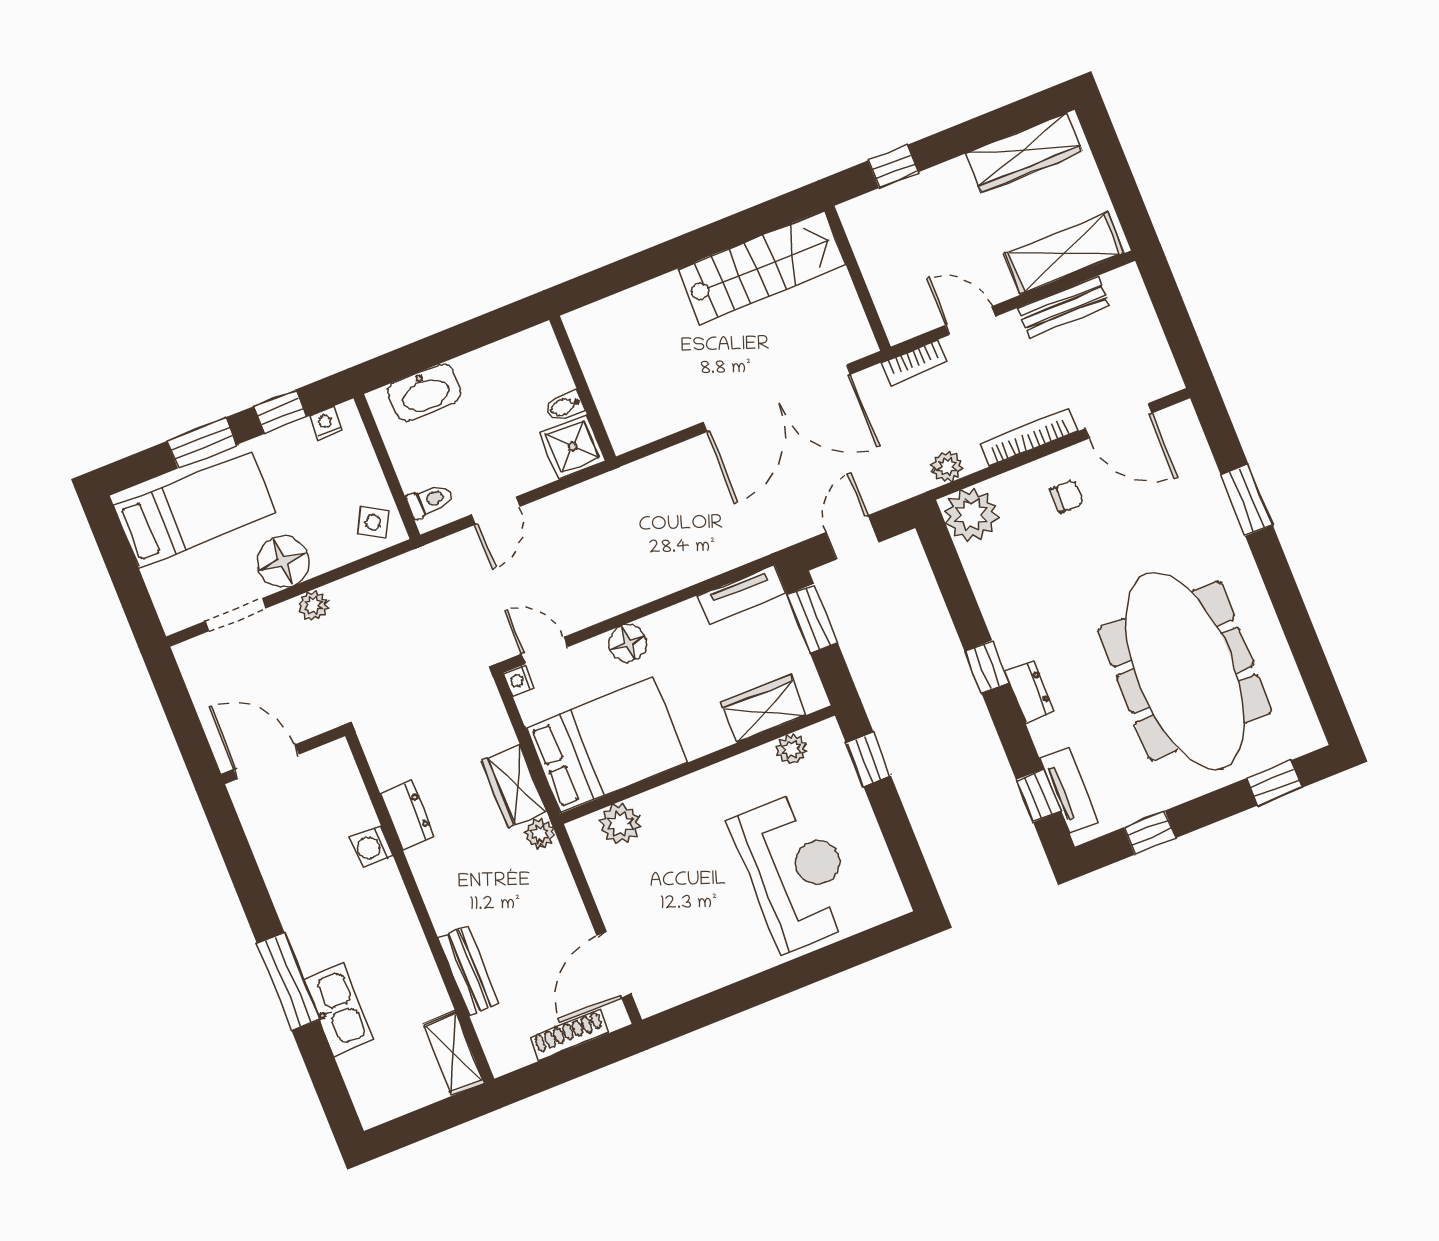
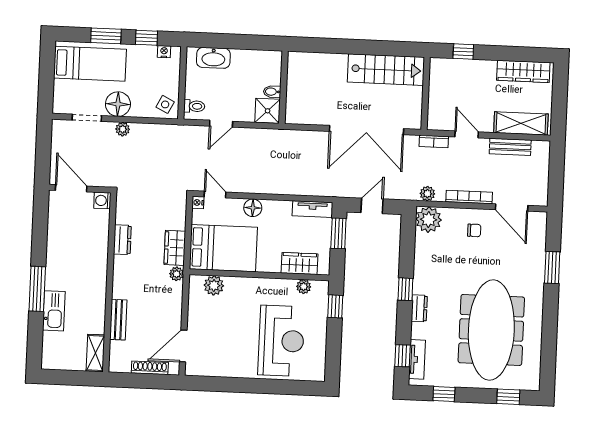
washing machine: (371, 847) -> (102, 200), moved

